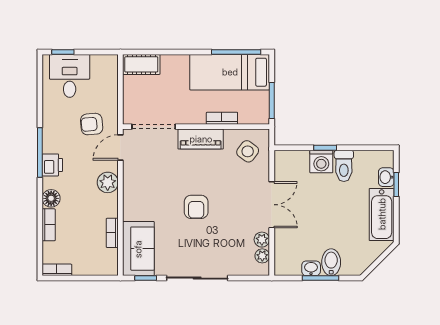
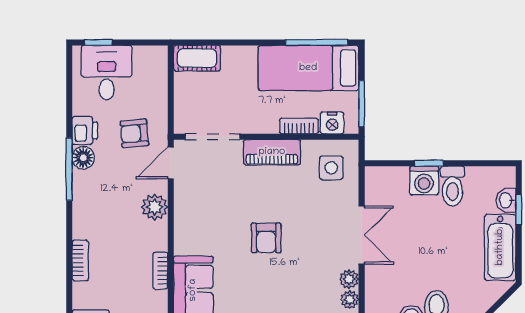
nightstand: (248, 116) -> (332, 123), added
side table: (248, 151) -> (331, 168), turned -36
printer: (52, 165) -> (85, 131), moved
floor lamp: (51, 198) -> (83, 158), moved

